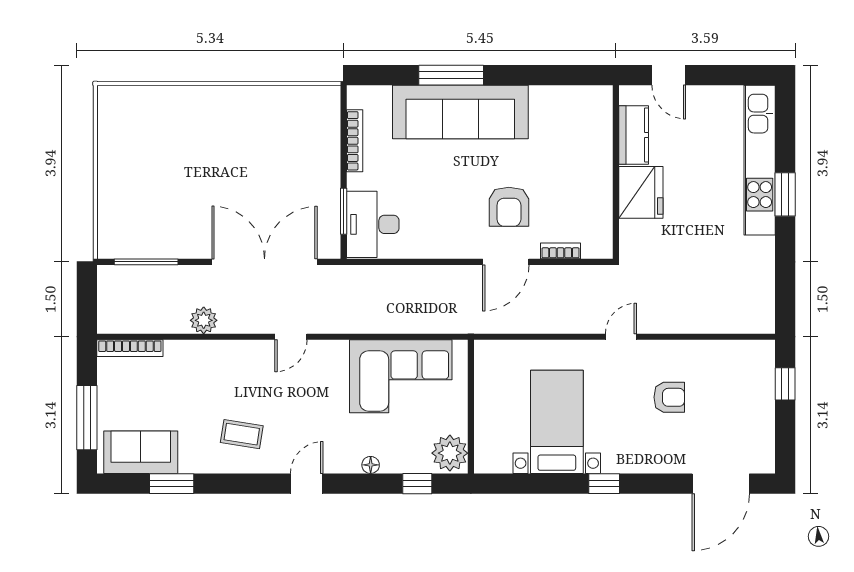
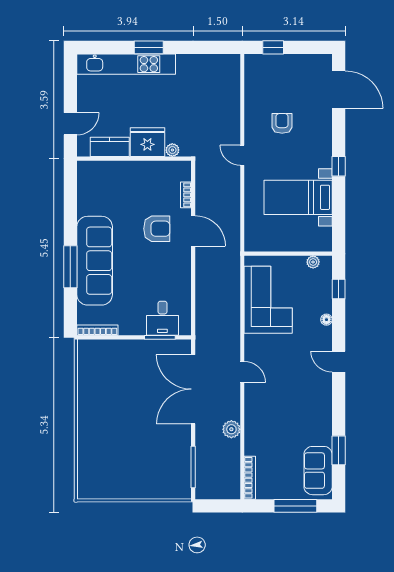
bookcase: (355, 141) -> (97, 330), moved
desk: (373, 224) -> (162, 318), width x0.73
plant: (629, 230) -> (172, 150), added
coffee table: (242, 434) -> (306, 404), removed
plant: (450, 453) -> (313, 262), width x0.53, depth x0.53

